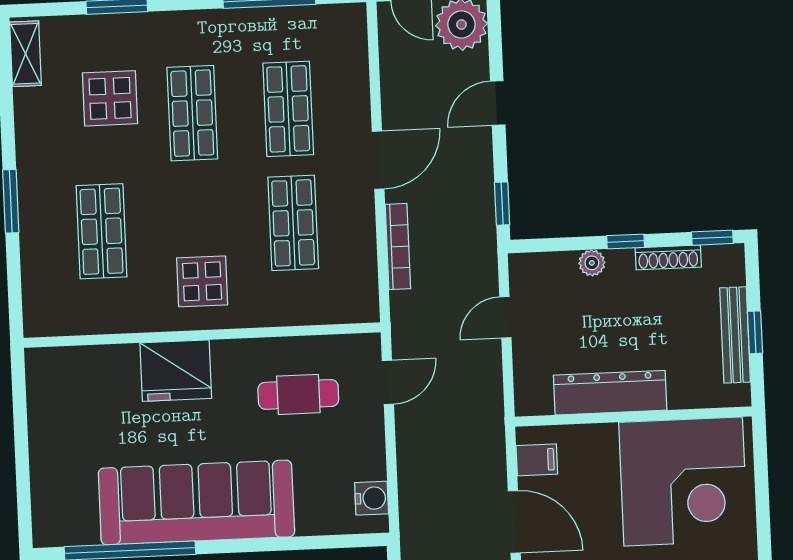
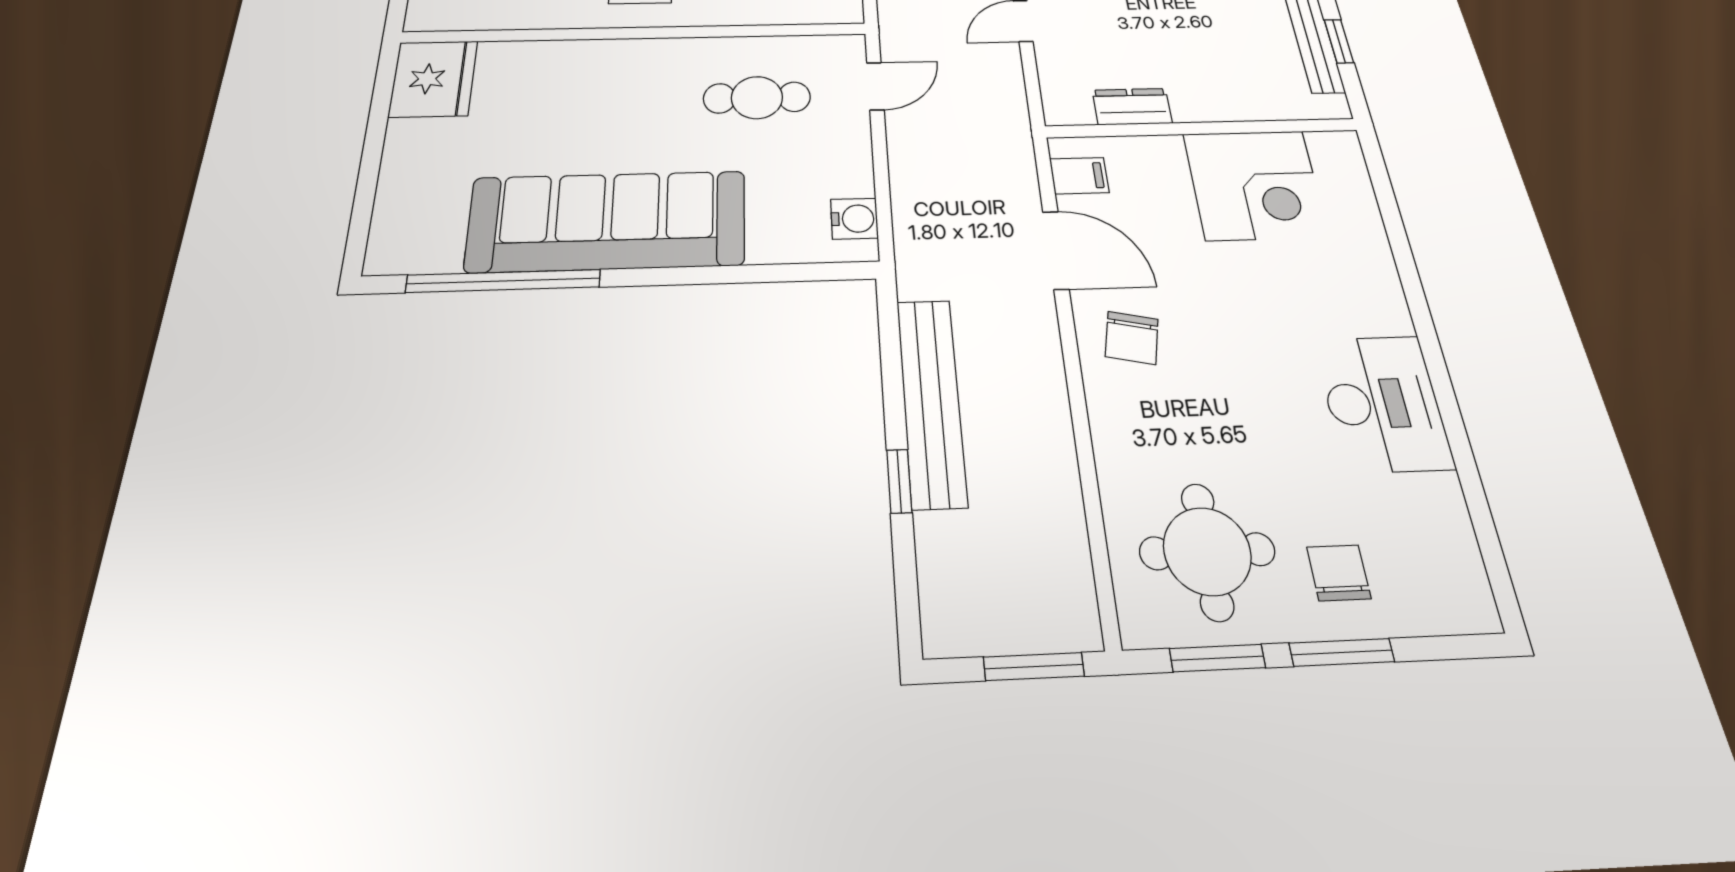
fridge: (176, 371) -> (433, 79), moved, turned -90
dresser: (610, 393) -> (1132, 107), width x0.51, depth x0.80
corner desk: (683, 482) -> (1255, 185), width x0.74, depth x0.74

